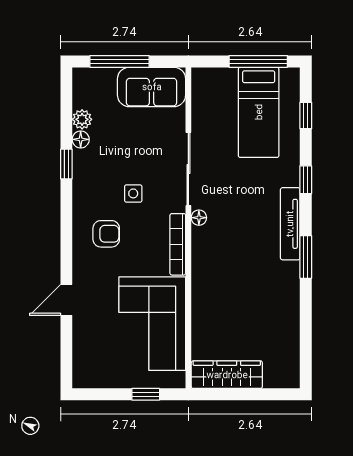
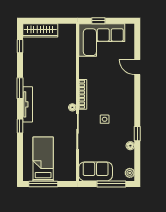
window: (306, 116) -> (20, 46), moved
plant: (82, 119) -> (130, 173), moved
armchair: (106, 234) -> (118, 99), removed
door: (66, 300) -> (137, 67), swing flipped
corner sofa: (152, 324) -> (102, 40), moved, turned 90
wardrobe: (227, 375) -> (40, 30), moved

